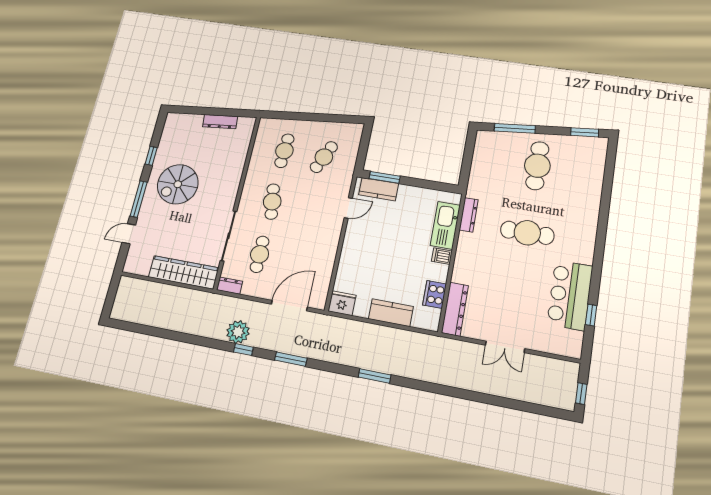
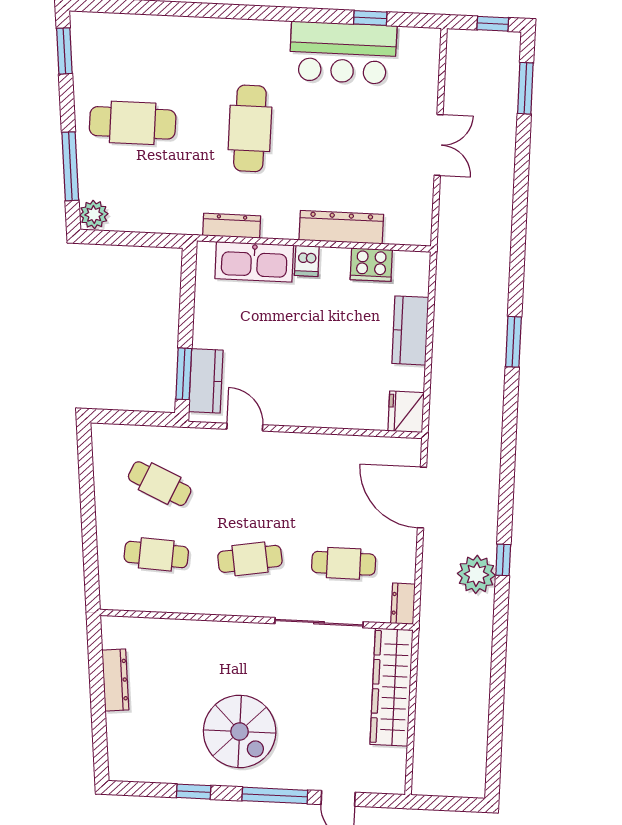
plant: (485, 138) -> (94, 214), added
dresser: (455, 309) -> (341, 227), moved
window: (291, 359) -> (525, 88), moved

